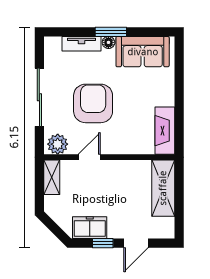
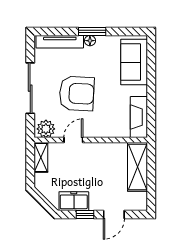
tv unit: (82, 44) -> (60, 42), width x1.41
sofa: (143, 52) -> (134, 62), moved, turned 90
armchair: (93, 103) -> (77, 93), turned 93

